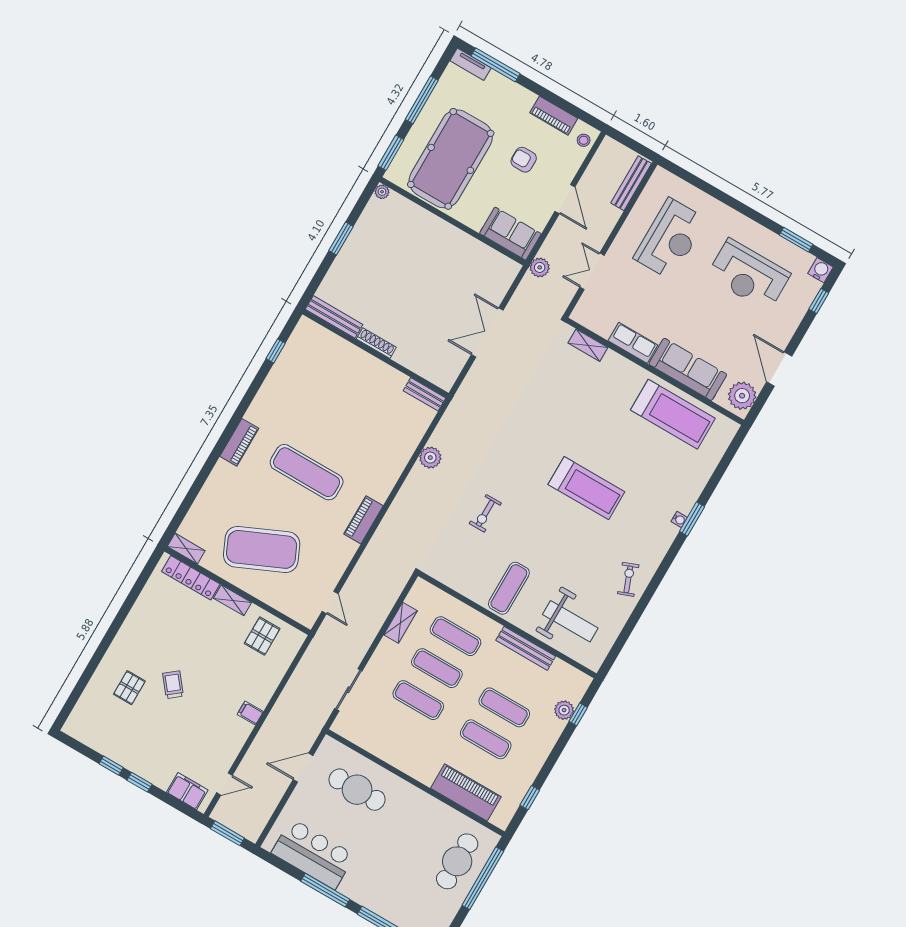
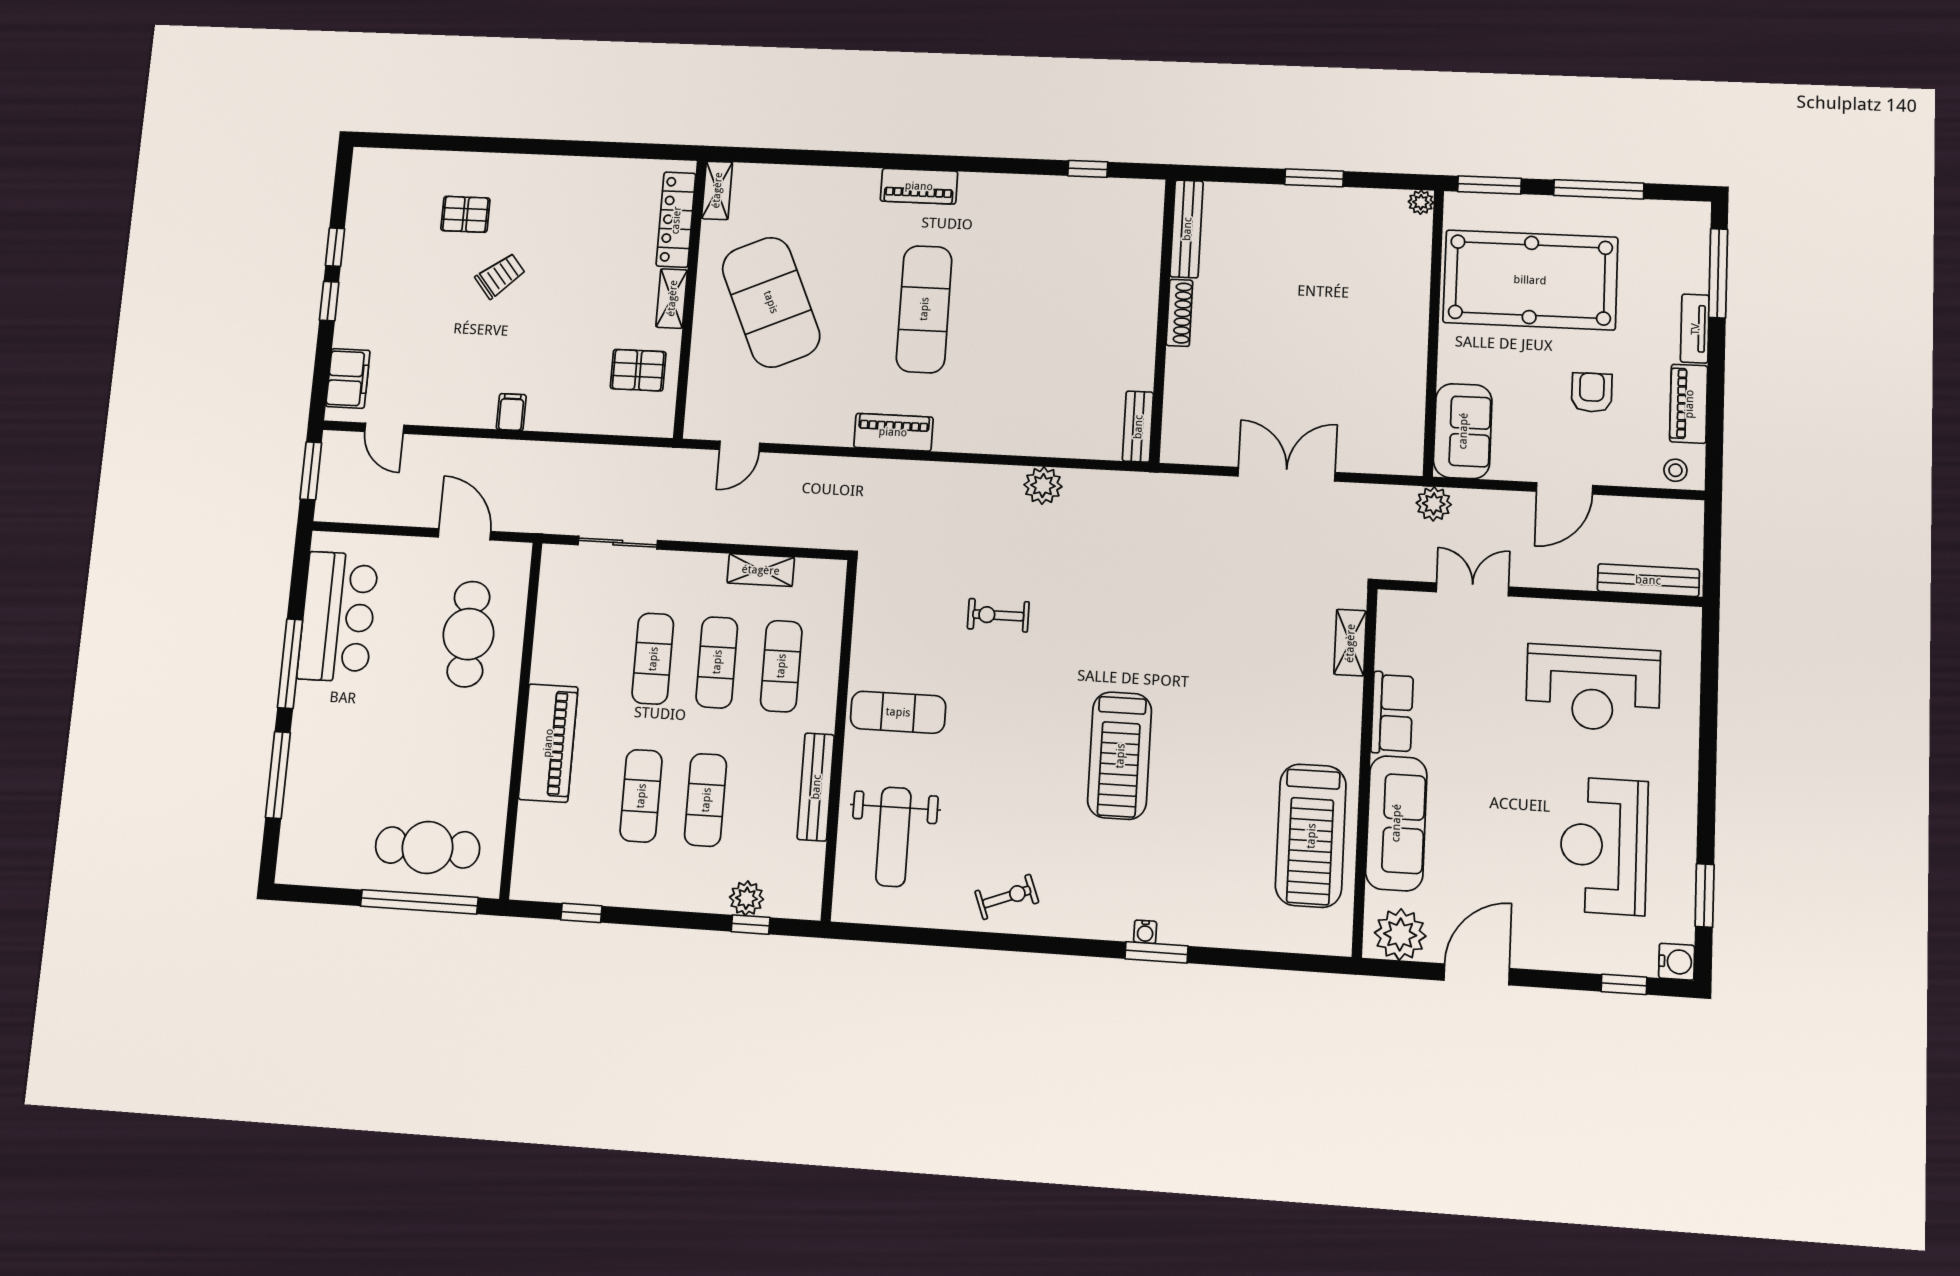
tv unit: (471, 64) -> (1695, 329), moved
piano: (466, 792) -> (548, 743), moved

